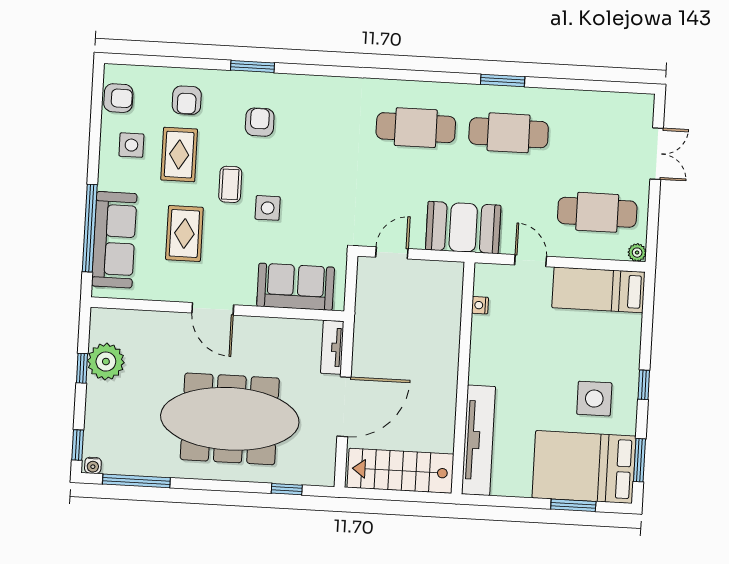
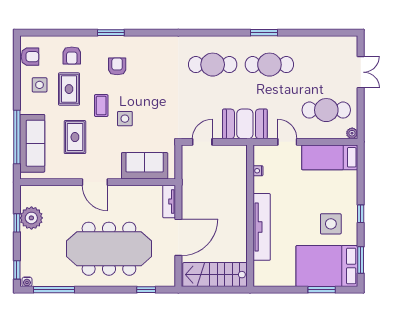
tv unit: (479, 440) -> (262, 227), moved

